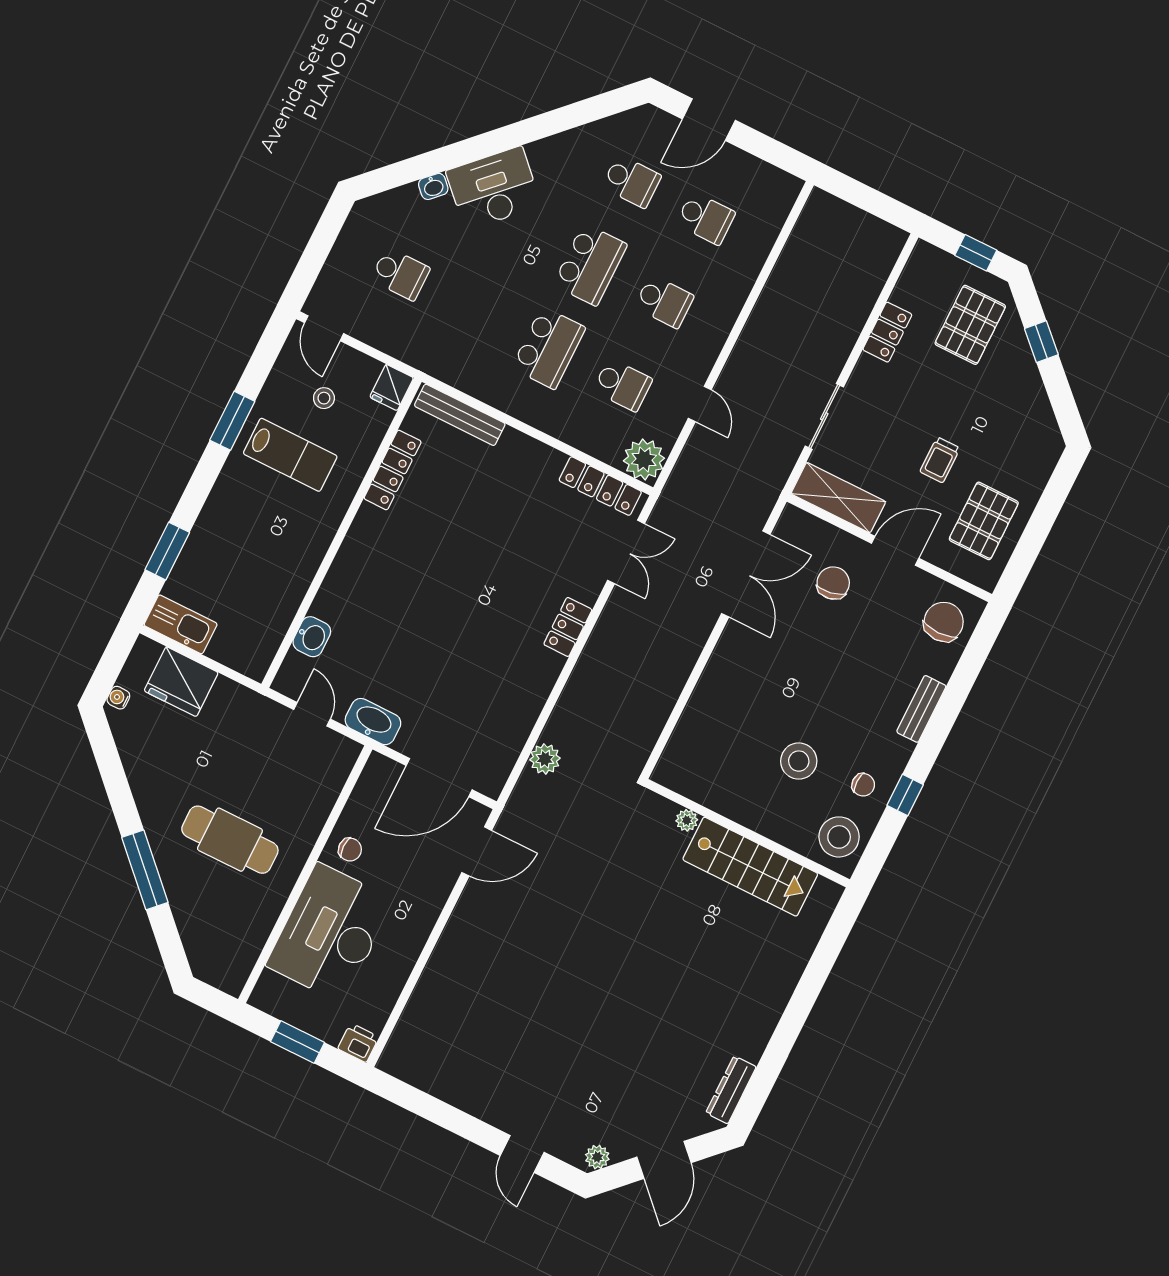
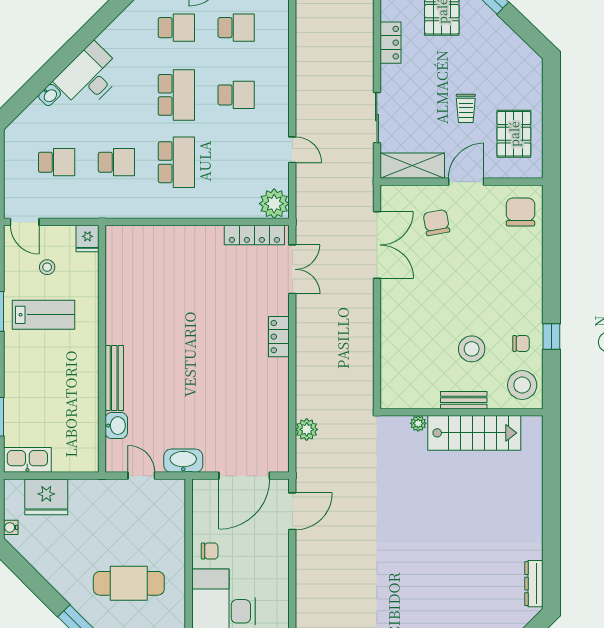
school desk: (623, 385) -> (116, 162), moved
bench: (460, 415) -> (114, 378), moved, turned 90
locker: (393, 470) -> (115, 292), removed
bench: (921, 709) -> (464, 400), moved, turned 90

